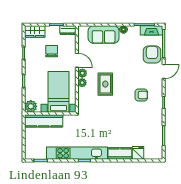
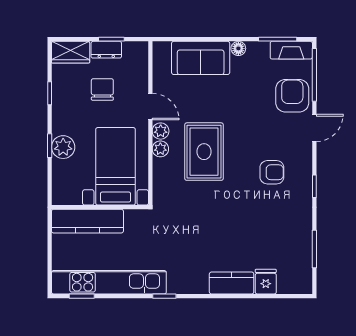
dresser: (68, 30) -> (106, 50), moved
rug: (105, 84) -> (204, 152), width x1.36, depth x1.43
plant: (31, 106) -> (63, 147), moved
kitchen unit: (77, 153) -> (109, 282), moved

